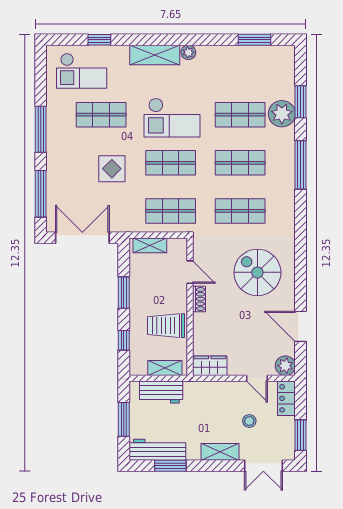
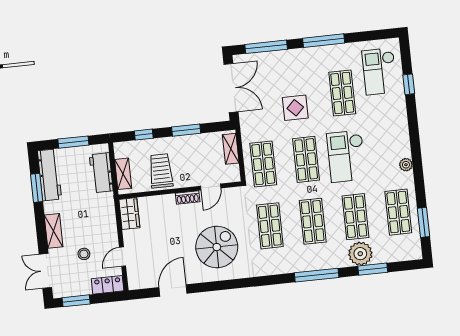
shelving: (155, 55) -> (400, 135), removed
shop shelf: (240, 67) -> (398, 212), added
plant: (285, 366) -> (136, 281), removed

